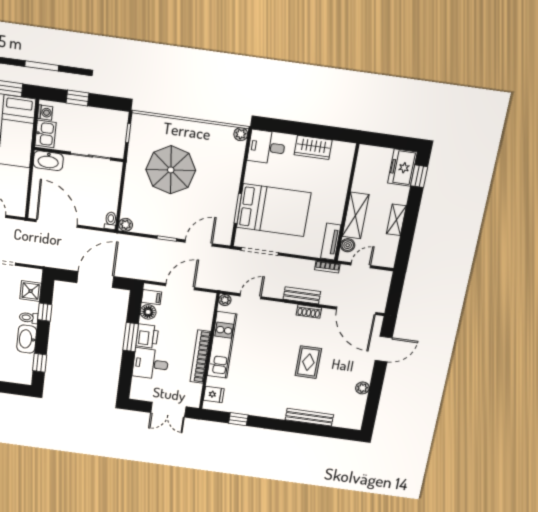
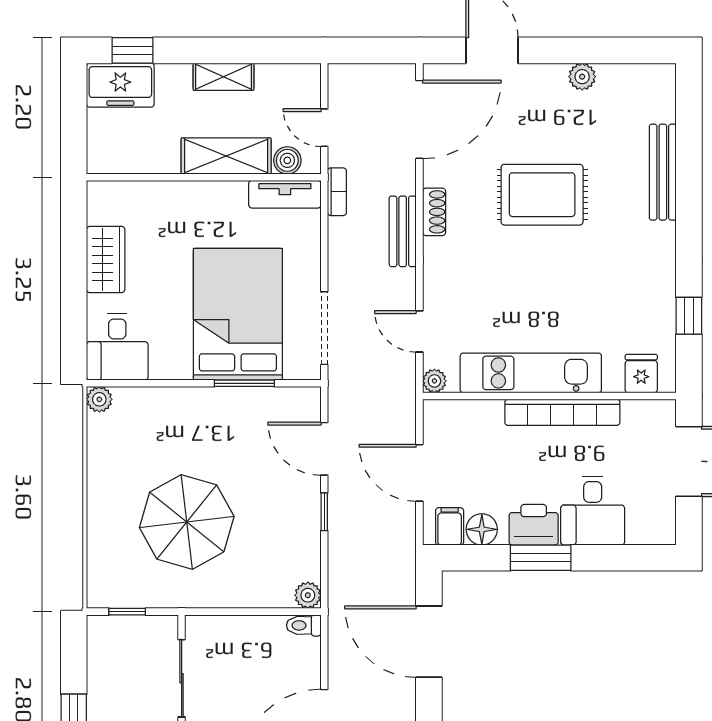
rug: (308, 362) -> (542, 195), width x1.36, depth x1.43

